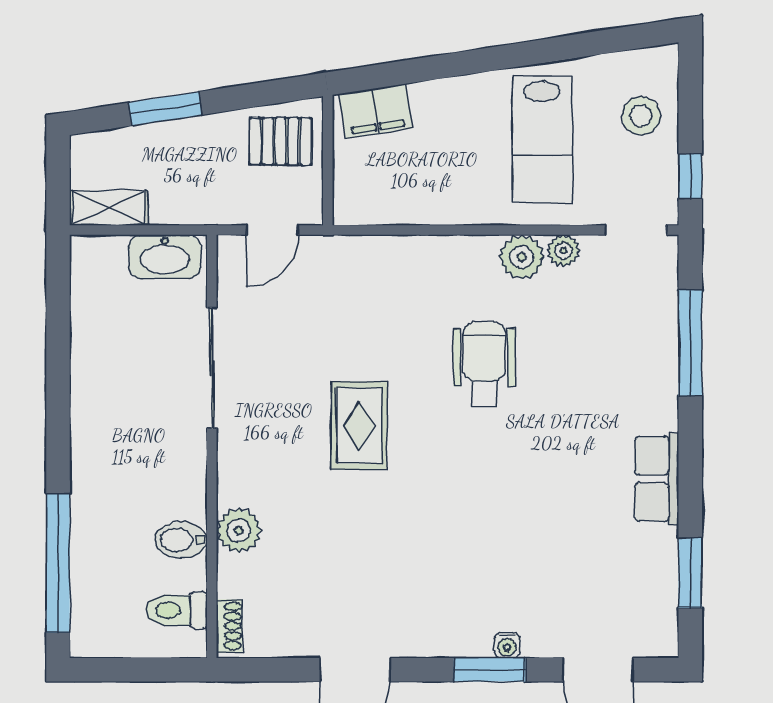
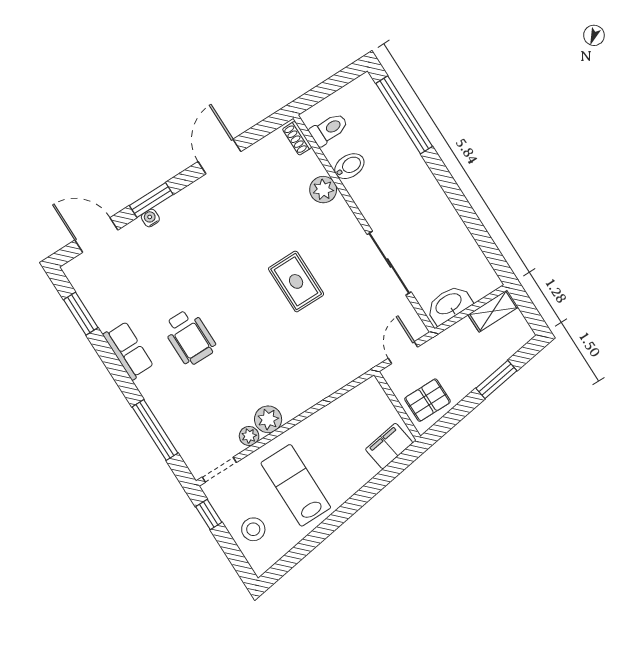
wheelchair: (484, 364) -> (190, 337), moved

